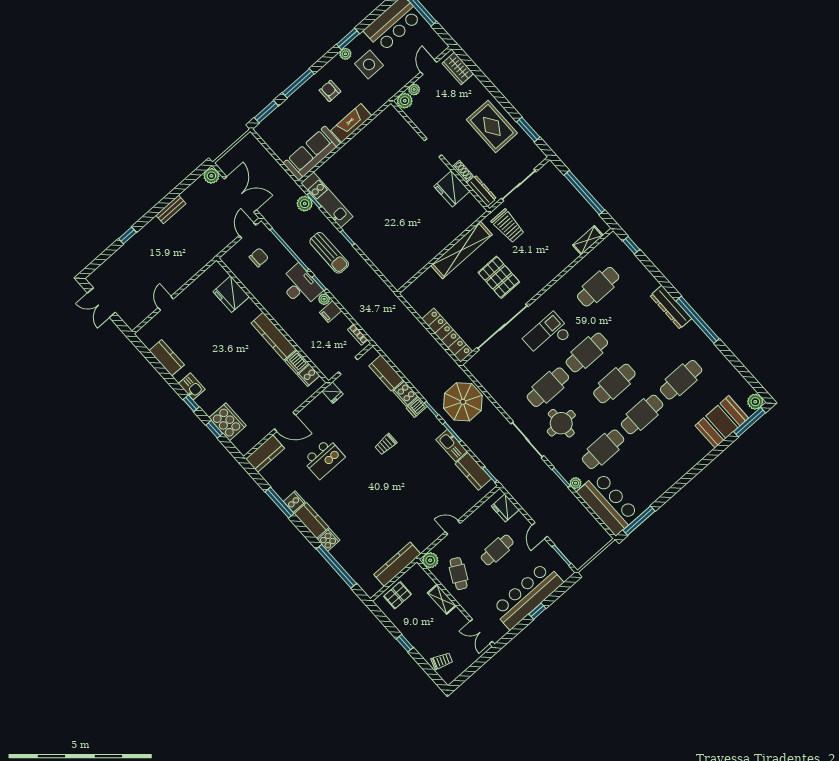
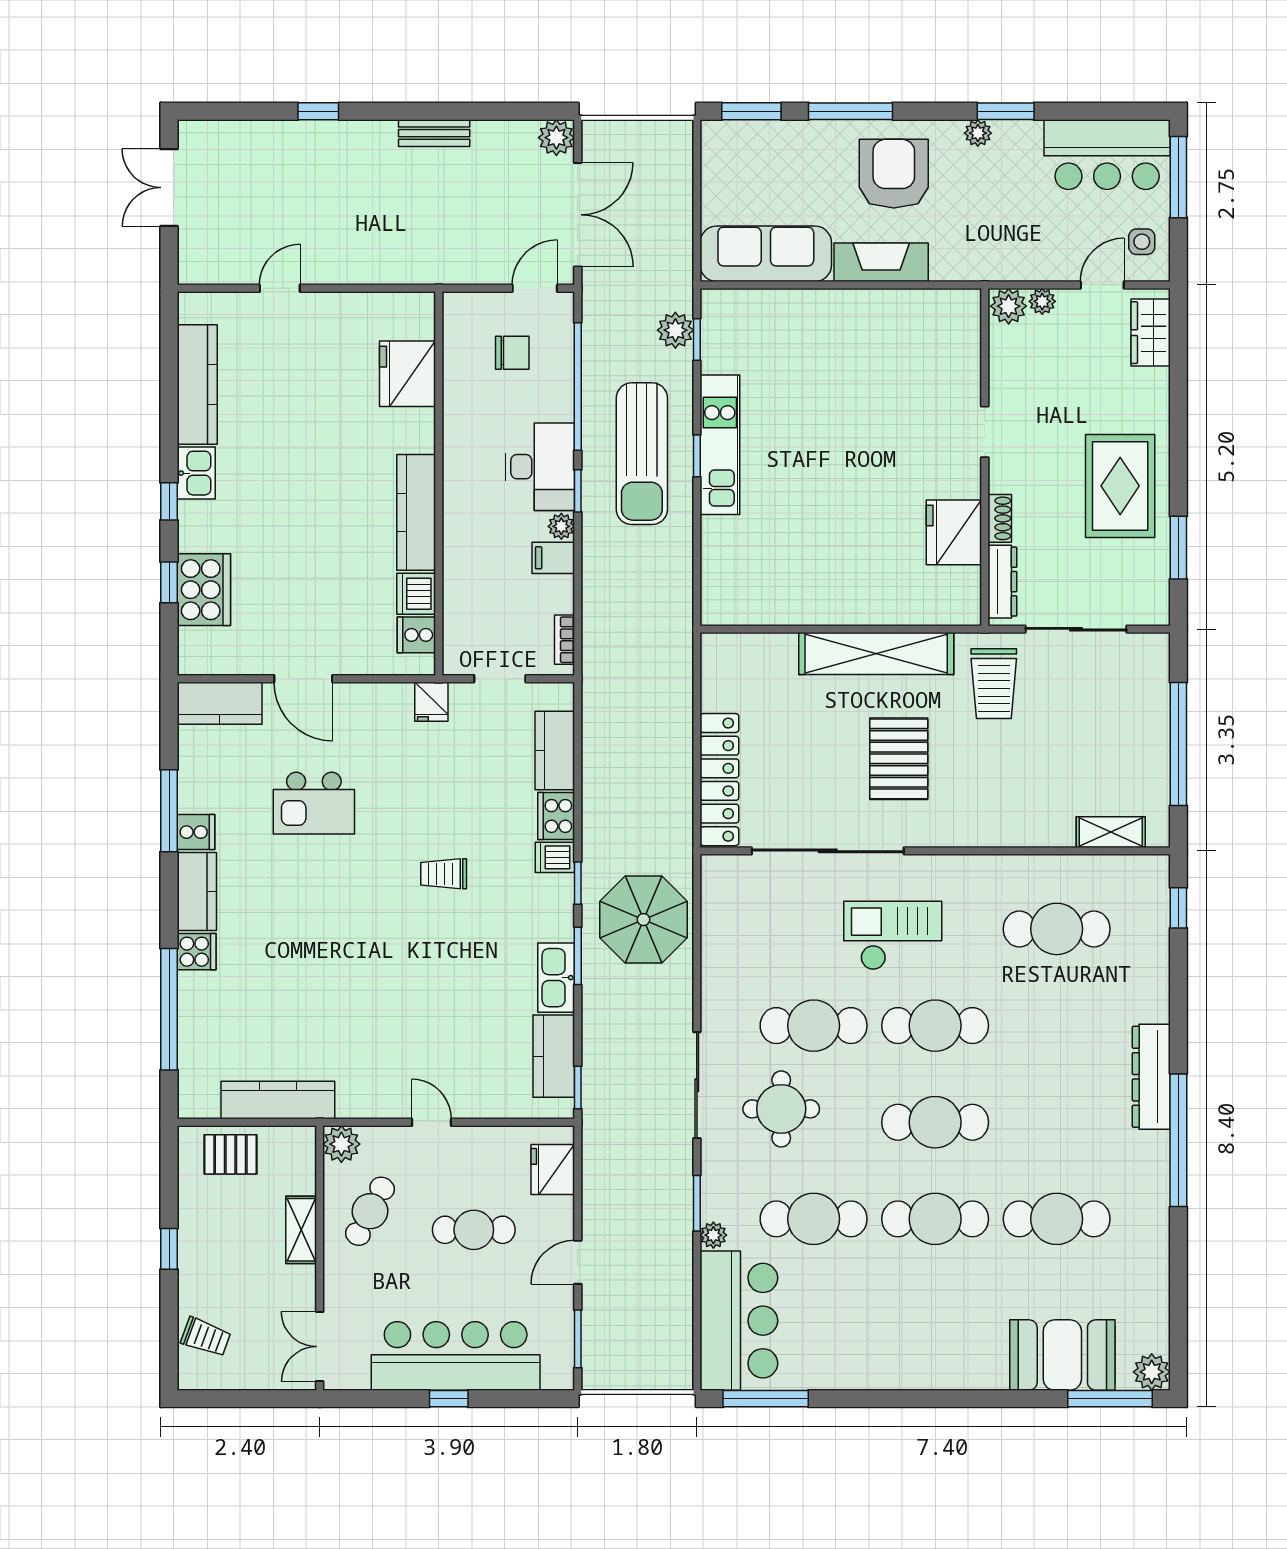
side table: (369, 64) -> (1142, 242), moved, width x0.54, depth x0.54
armchair: (330, 91) -> (894, 174), width x1.88, depth x1.88
kitchen unit: (327, 200) -> (720, 445), moved
sun lounger: (329, 253) -> (642, 454), width x1.36, depth x1.34
kitchen counter: (167, 358) -> (197, 384), width x1.50

